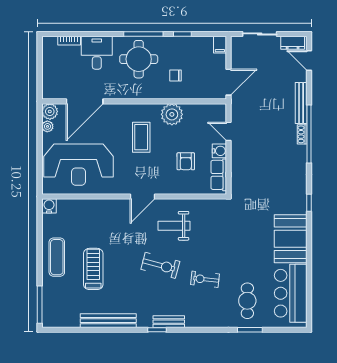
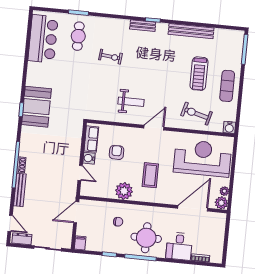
booth: (291, 239) -> (36, 107), moved
exercise bike: (160, 265) -> (196, 114), moved

